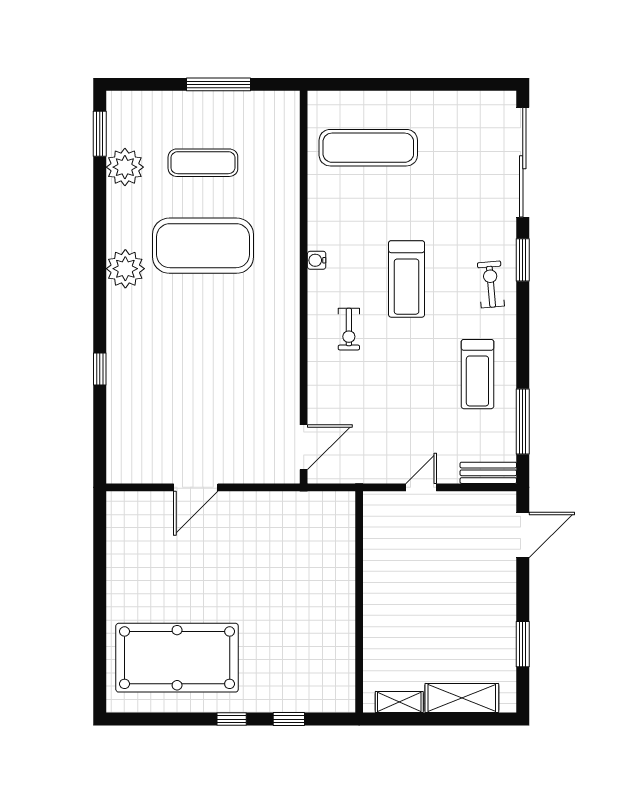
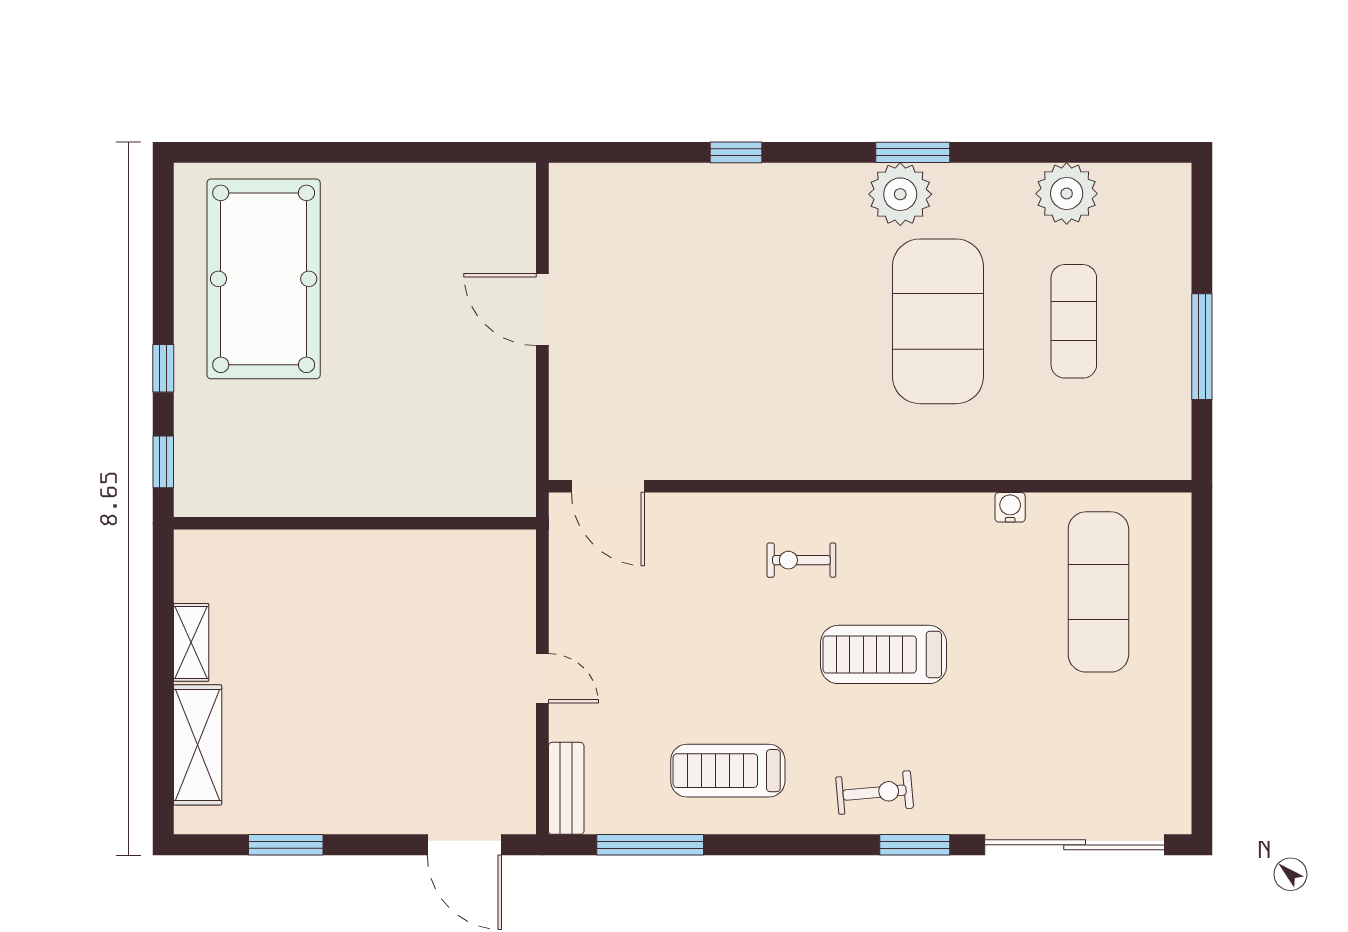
window: (100, 134) -> (913, 152), moved
water cooler: (317, 260) -> (1010, 507), moved
wall: (359, 602) -> (355, 523), moved

